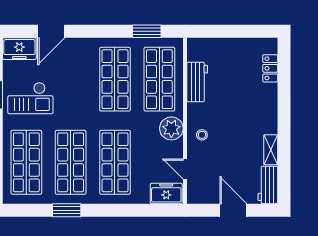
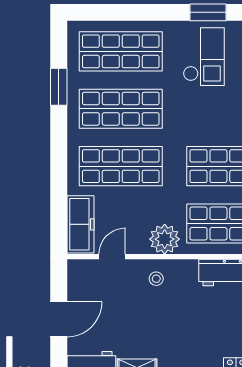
checkout: (30, 98) -> (204, 57), turned 180
freezer: (166, 193) -> (80, 224), width x1.40
window: (67, 210) -> (59, 87), moved

